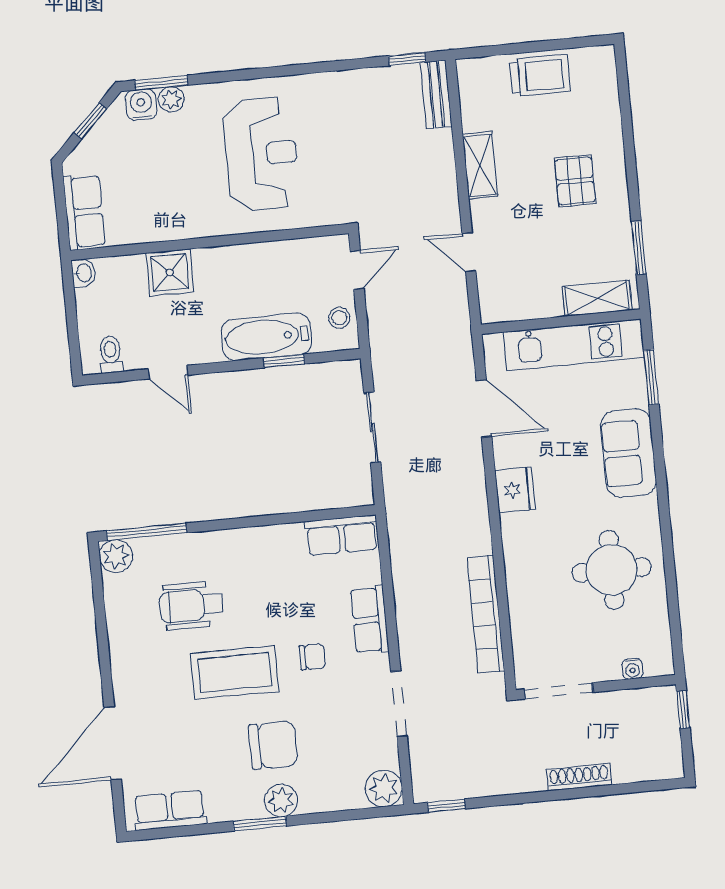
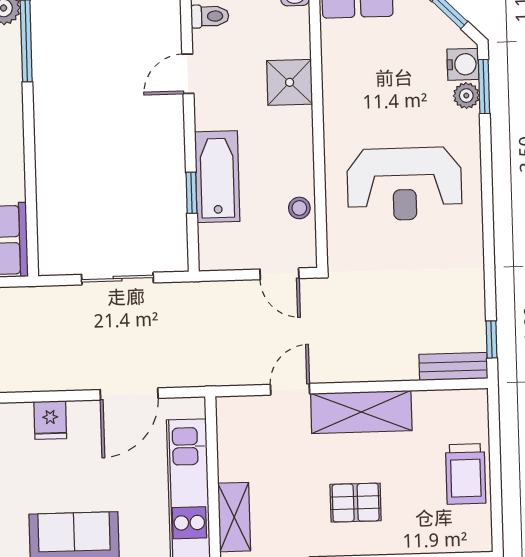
shelving: (480, 165) -> (361, 412), width x1.50, depth x1.33
stool: (339, 318) -> (299, 208), moved
fridge: (515, 490) -> (50, 420), width x0.72

